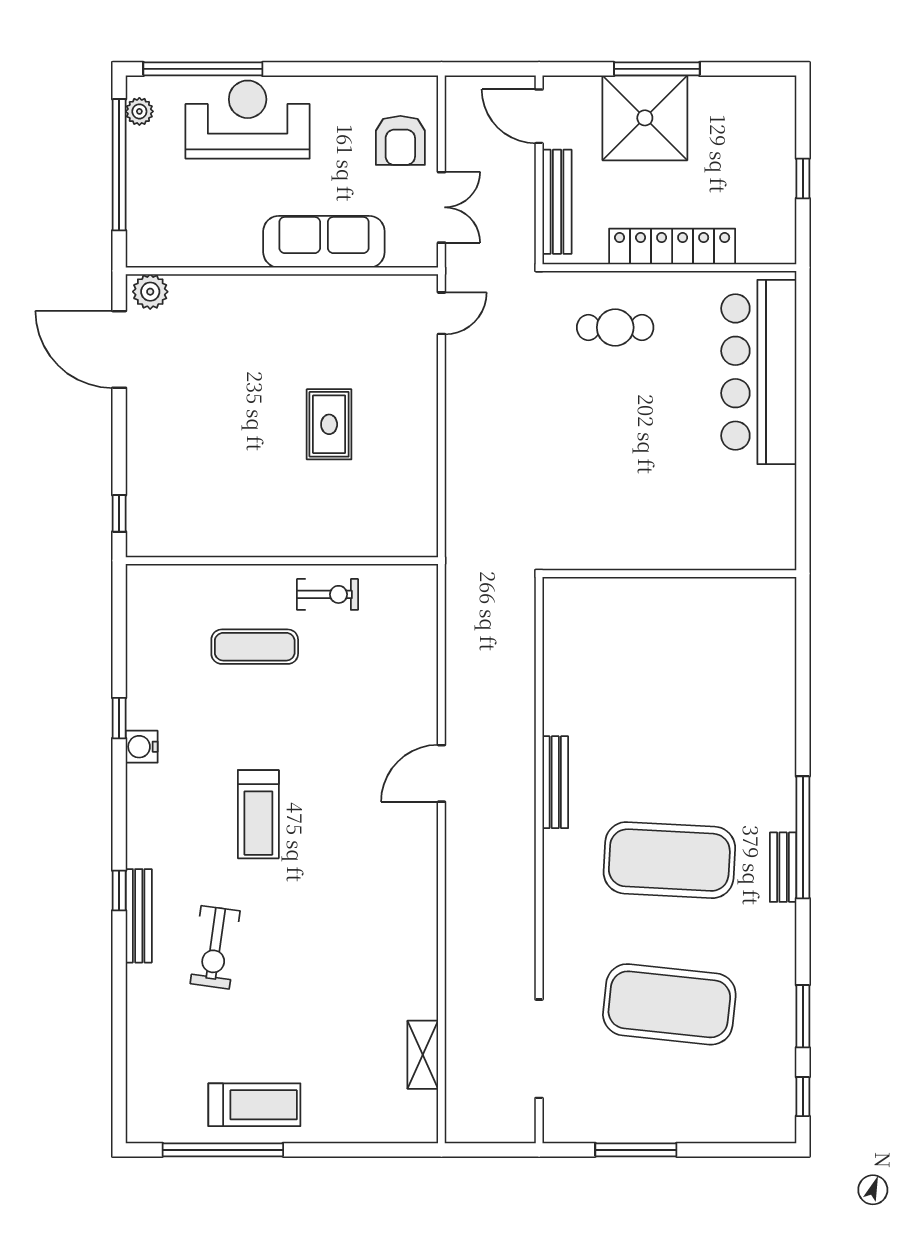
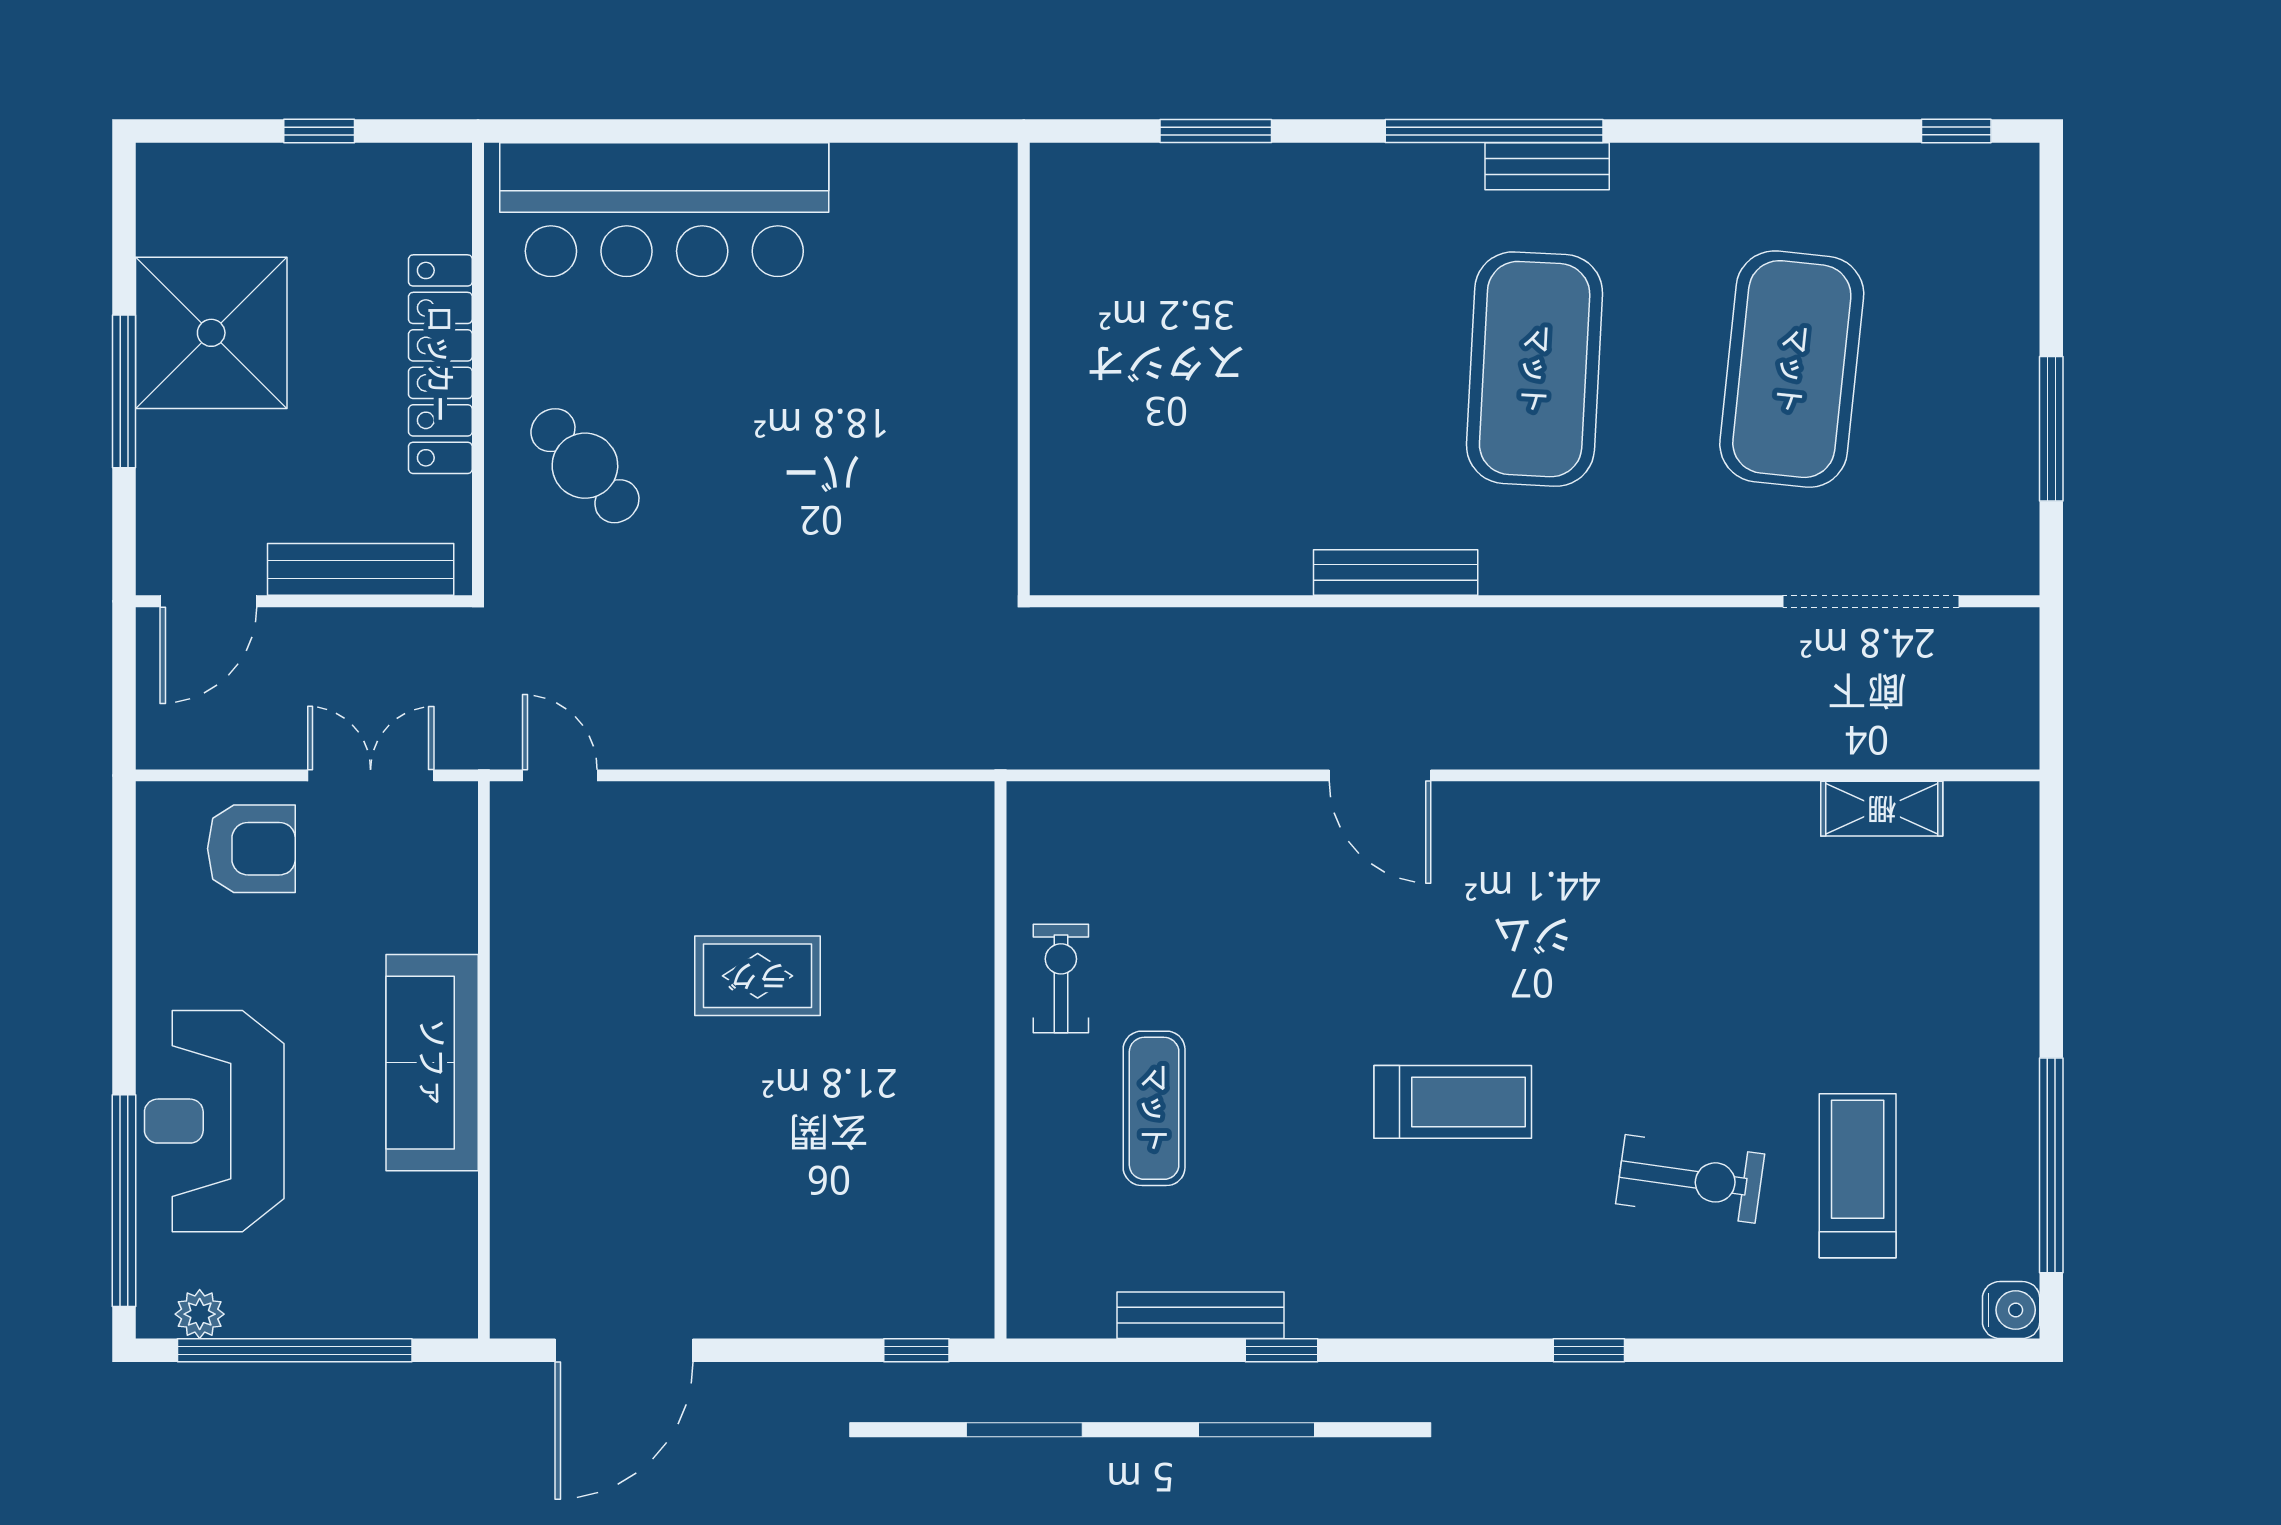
shower: (645, 118) -> (211, 333), moved
sofa: (324, 242) -> (432, 1063), moved
plant: (150, 292) -> (521, 1295), removed
cafe table: (615, 327) -> (585, 466), turned -42
water cooler: (142, 747) -> (2011, 1310), moved, turned -90
bench: (139, 916) -> (1201, 1315), moved
window: (803, 1016) -> (1216, 131), moved
treadmill: (254, 1105) -> (1858, 1176), moved

